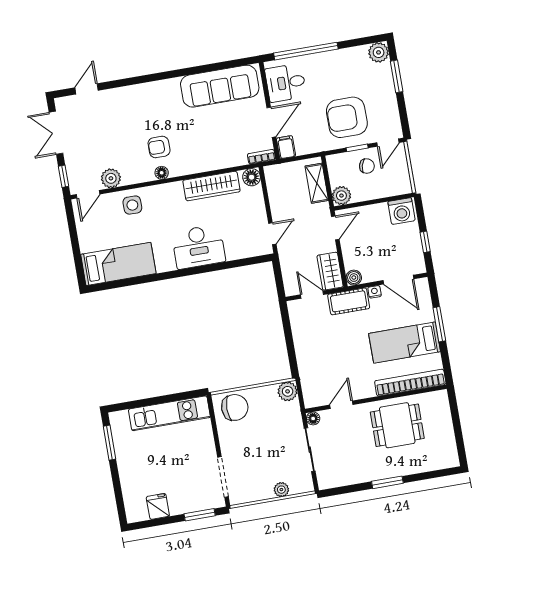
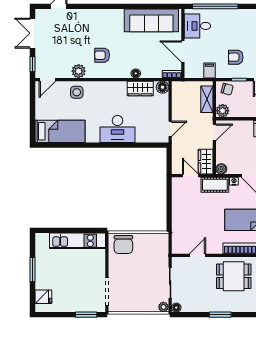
armchair: (347, 117) -> (236, 57), width x0.53, depth x0.53
door: (271, 122) -> (183, 52), swing flipped
filing cabinet: (286, 147) -> (209, 70), moved
chair: (367, 166) -> (227, 89), moved
floor lamp: (162, 173) -> (136, 73), moved
plant: (111, 178) -> (79, 71), moved
wardrobe: (211, 186) -> (140, 89), width x0.67
plant: (288, 391) -> (162, 240), removed
chair: (235, 407) -> (123, 245), turned 90
floor lamp: (313, 418) -> (176, 308), moved
window: (110, 443) -> (32, 270), moved
plant: (281, 490) -> (163, 307), moved
fridge: (158, 506) -> (43, 297), moved, turned 90

